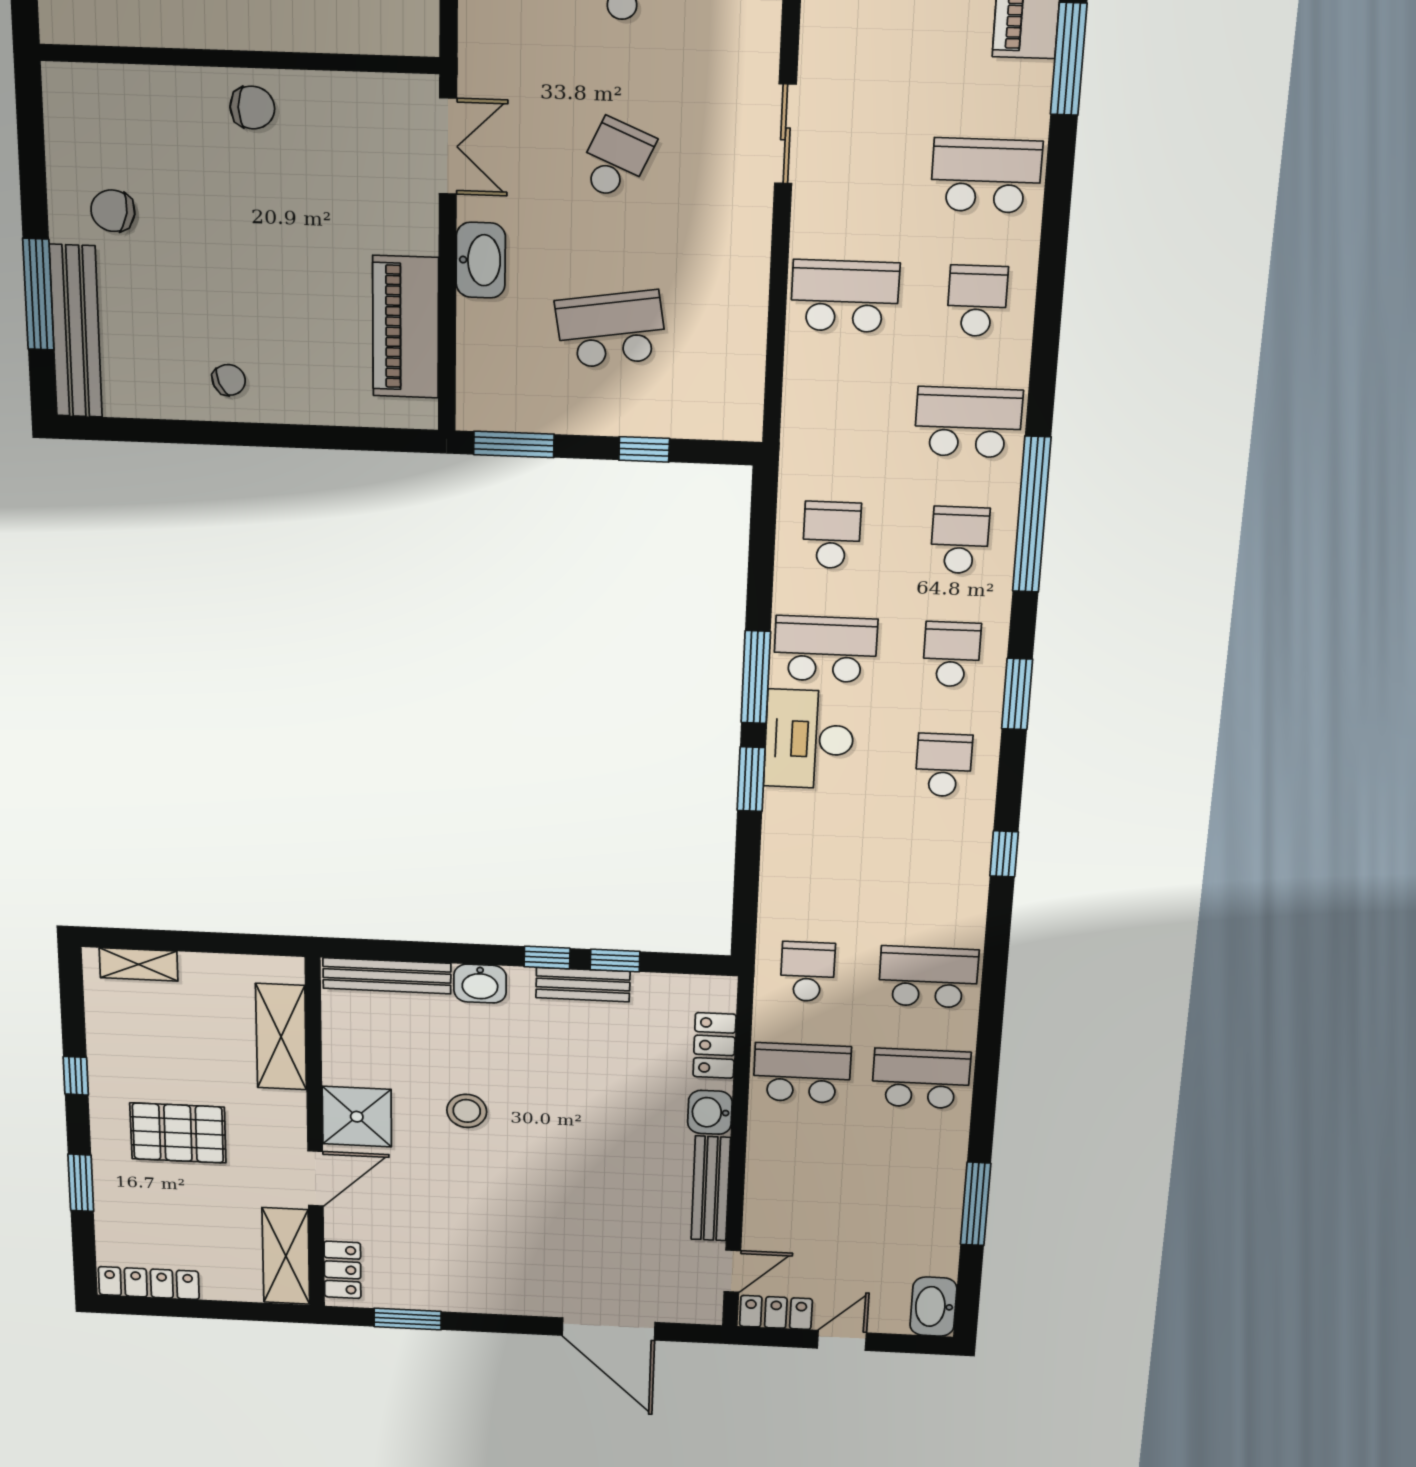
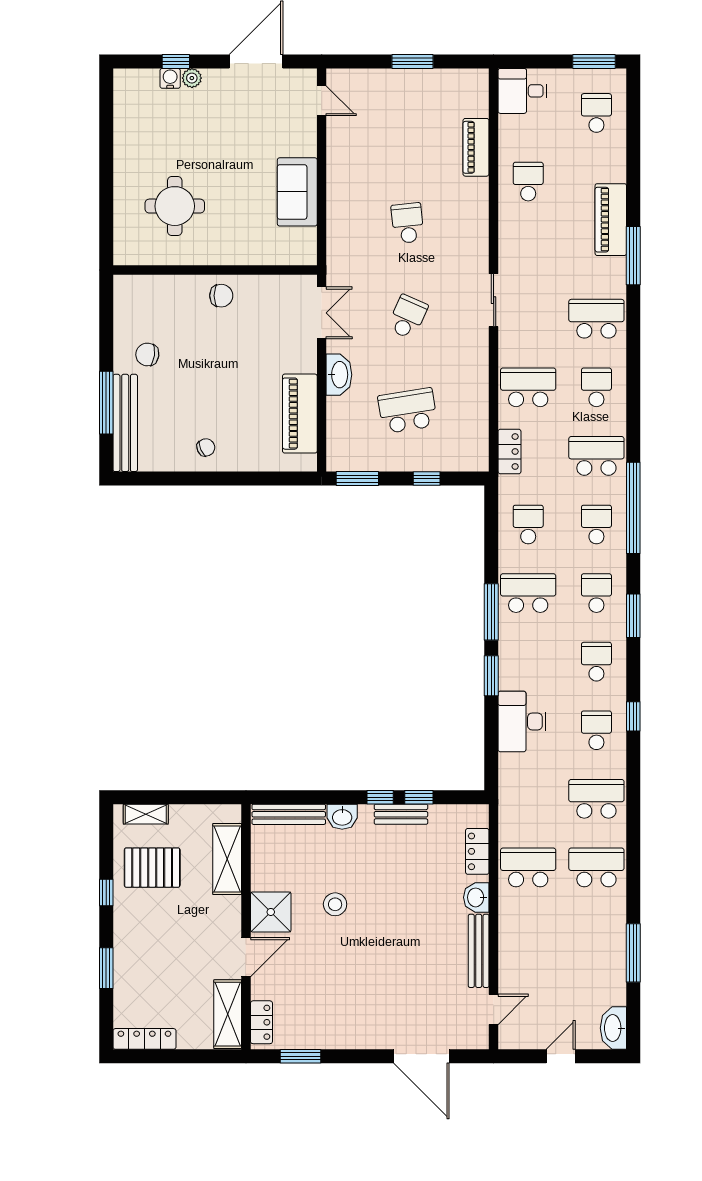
desk: (809, 739) -> (522, 721), moved
school desk: (808, 972) -> (596, 730), moved
pallet: (178, 1133) -> (152, 868), moved
locker: (776, 1312) -> (509, 452), moved, turned 90

